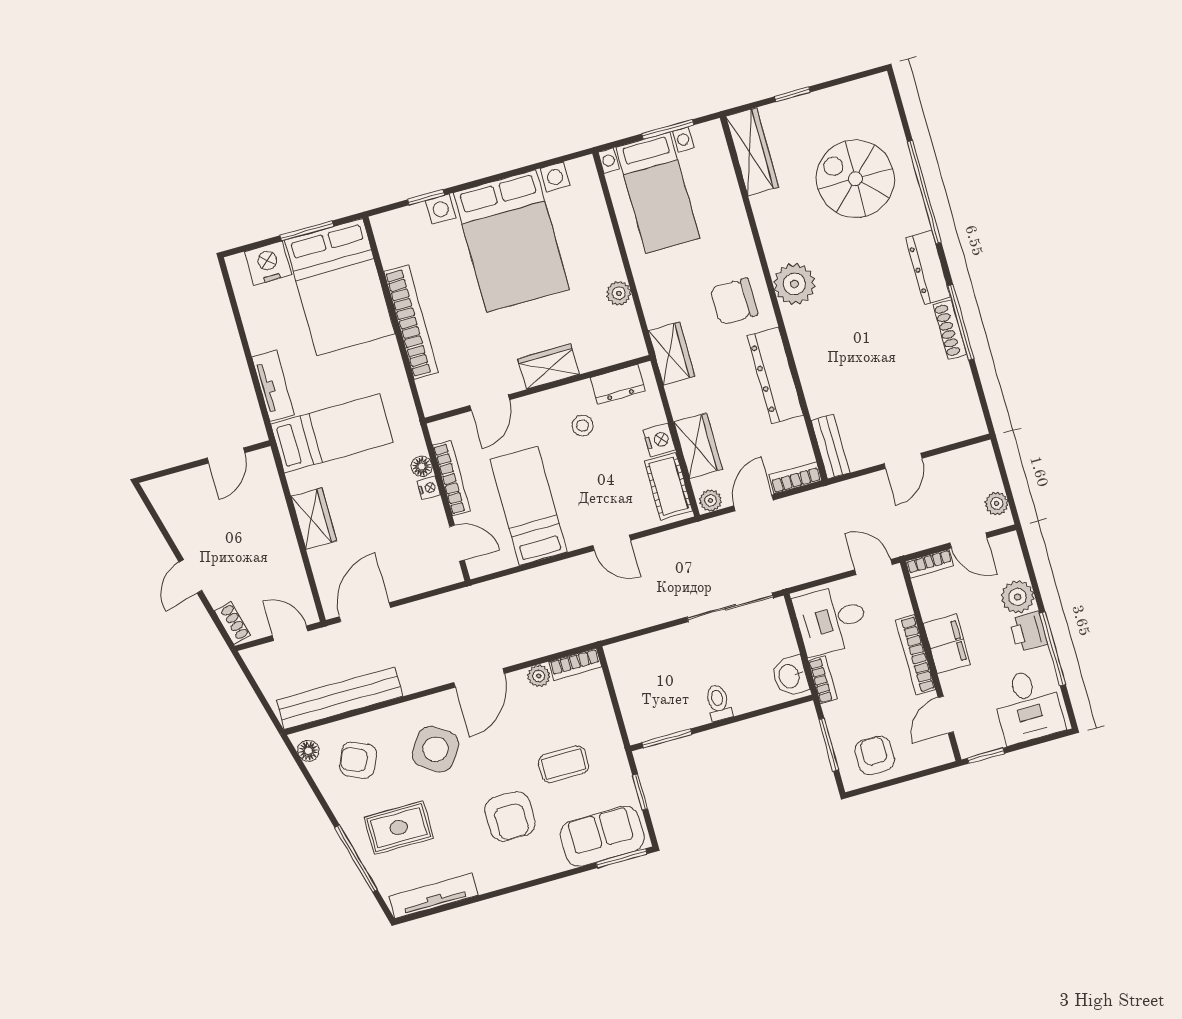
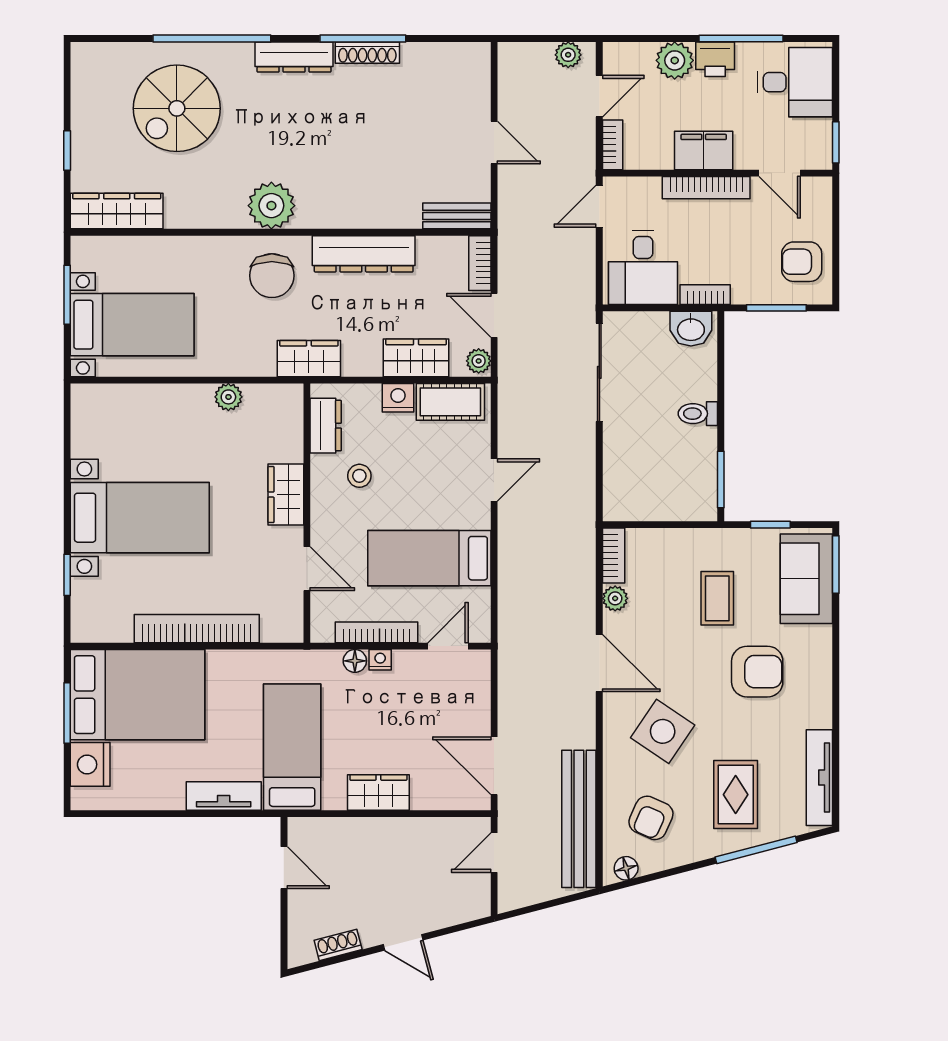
bed with nightstands: (511, 241) -> (140, 518), width x0.73
shoe rack: (232, 623) -> (338, 945), moved

